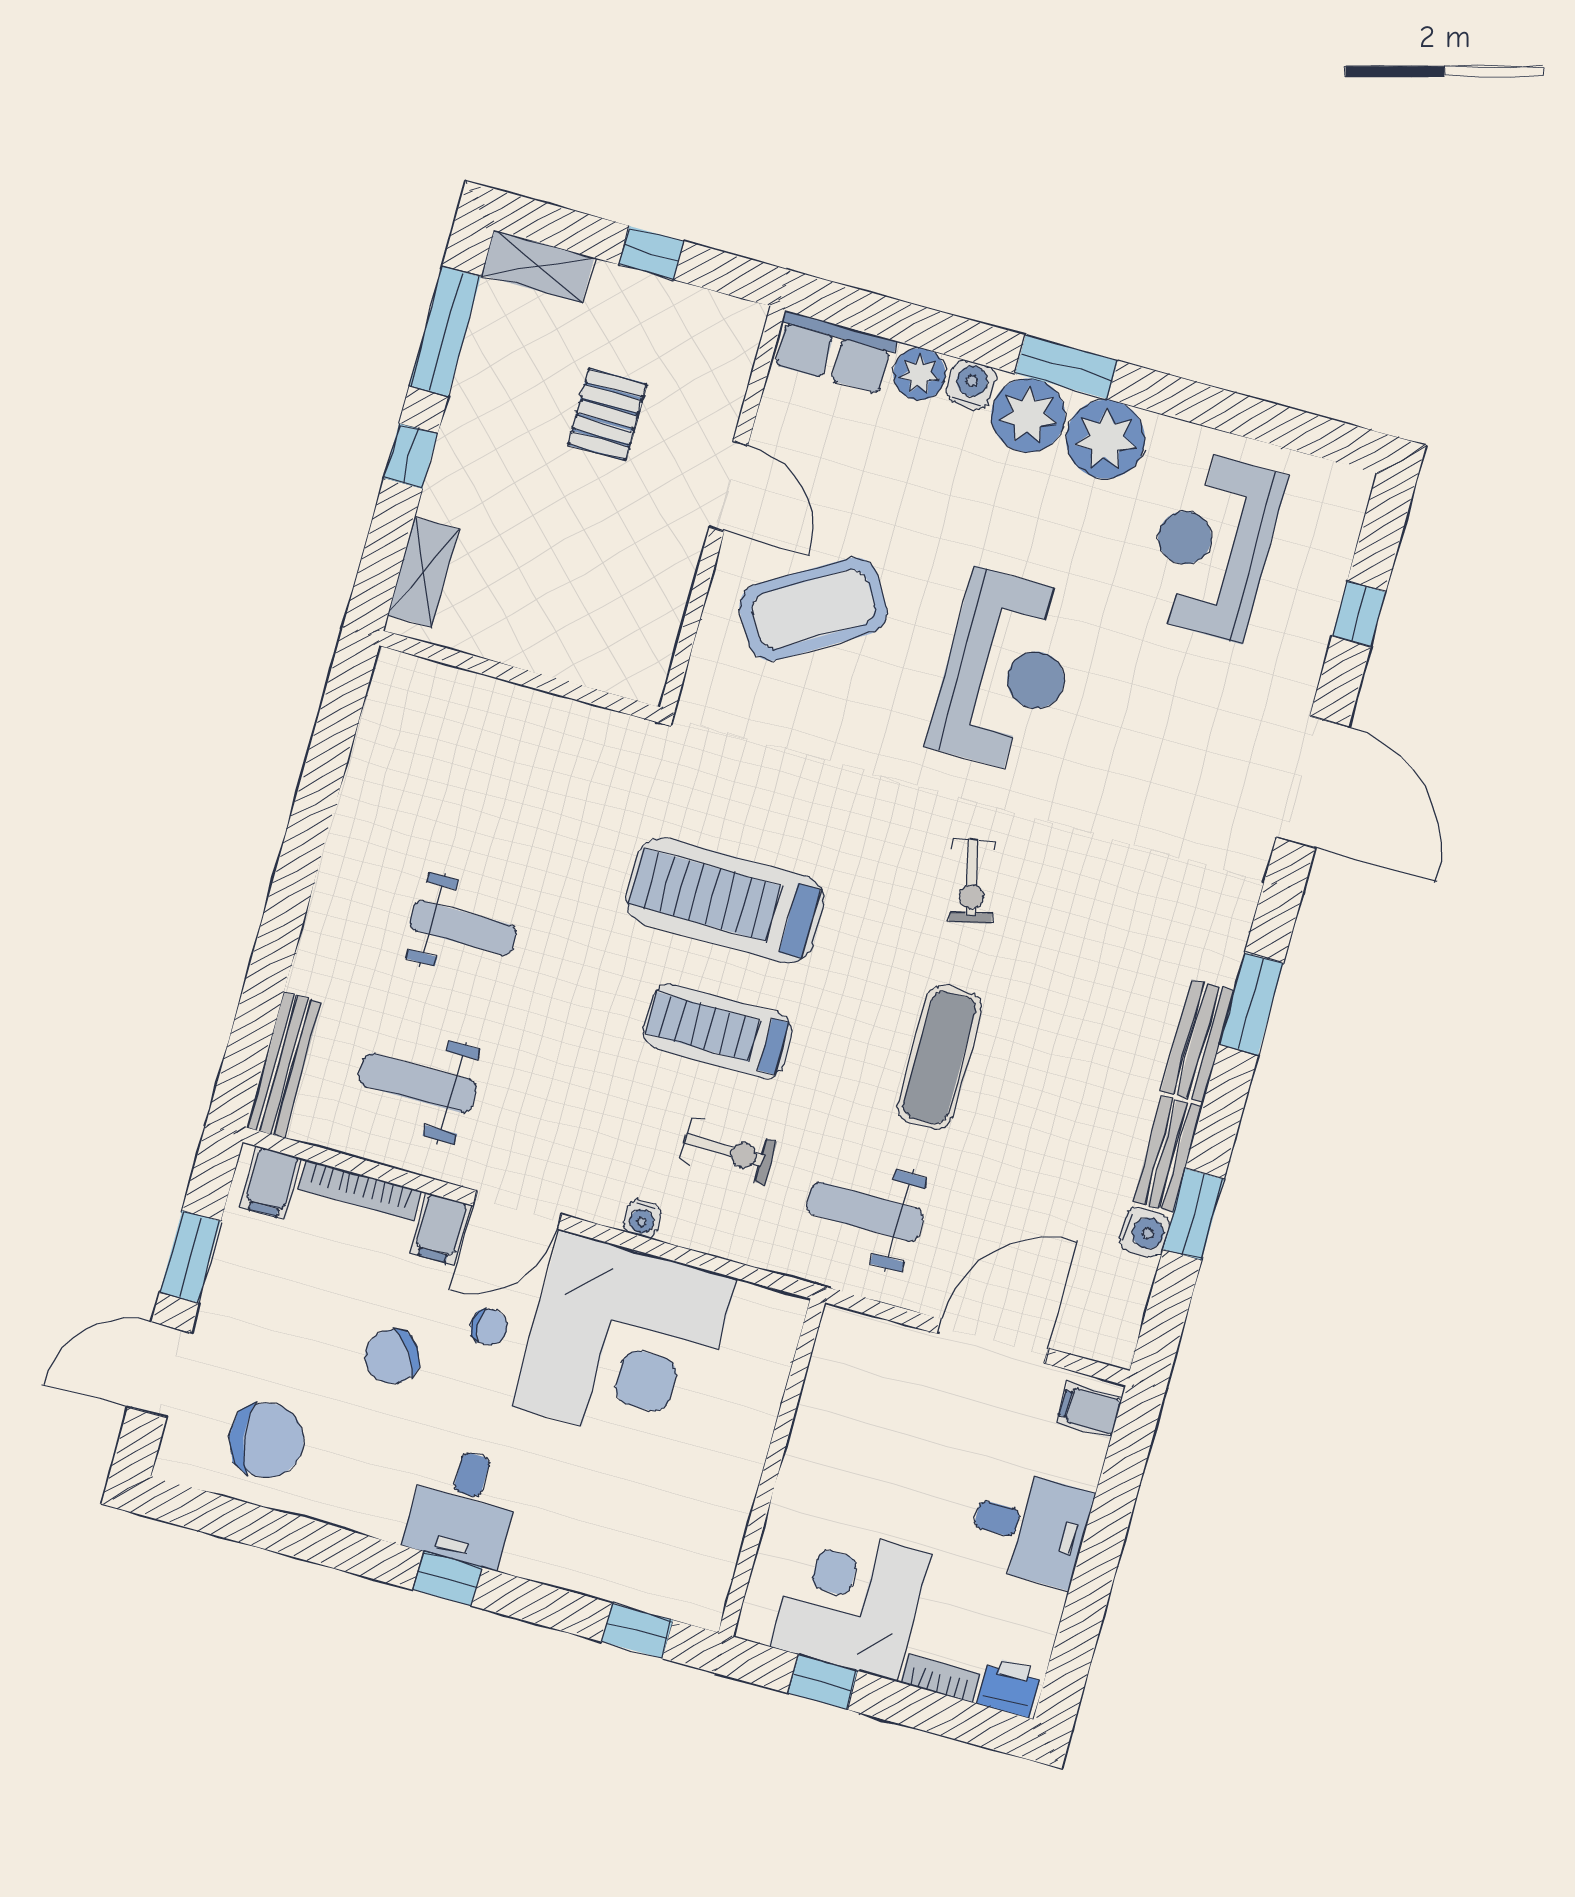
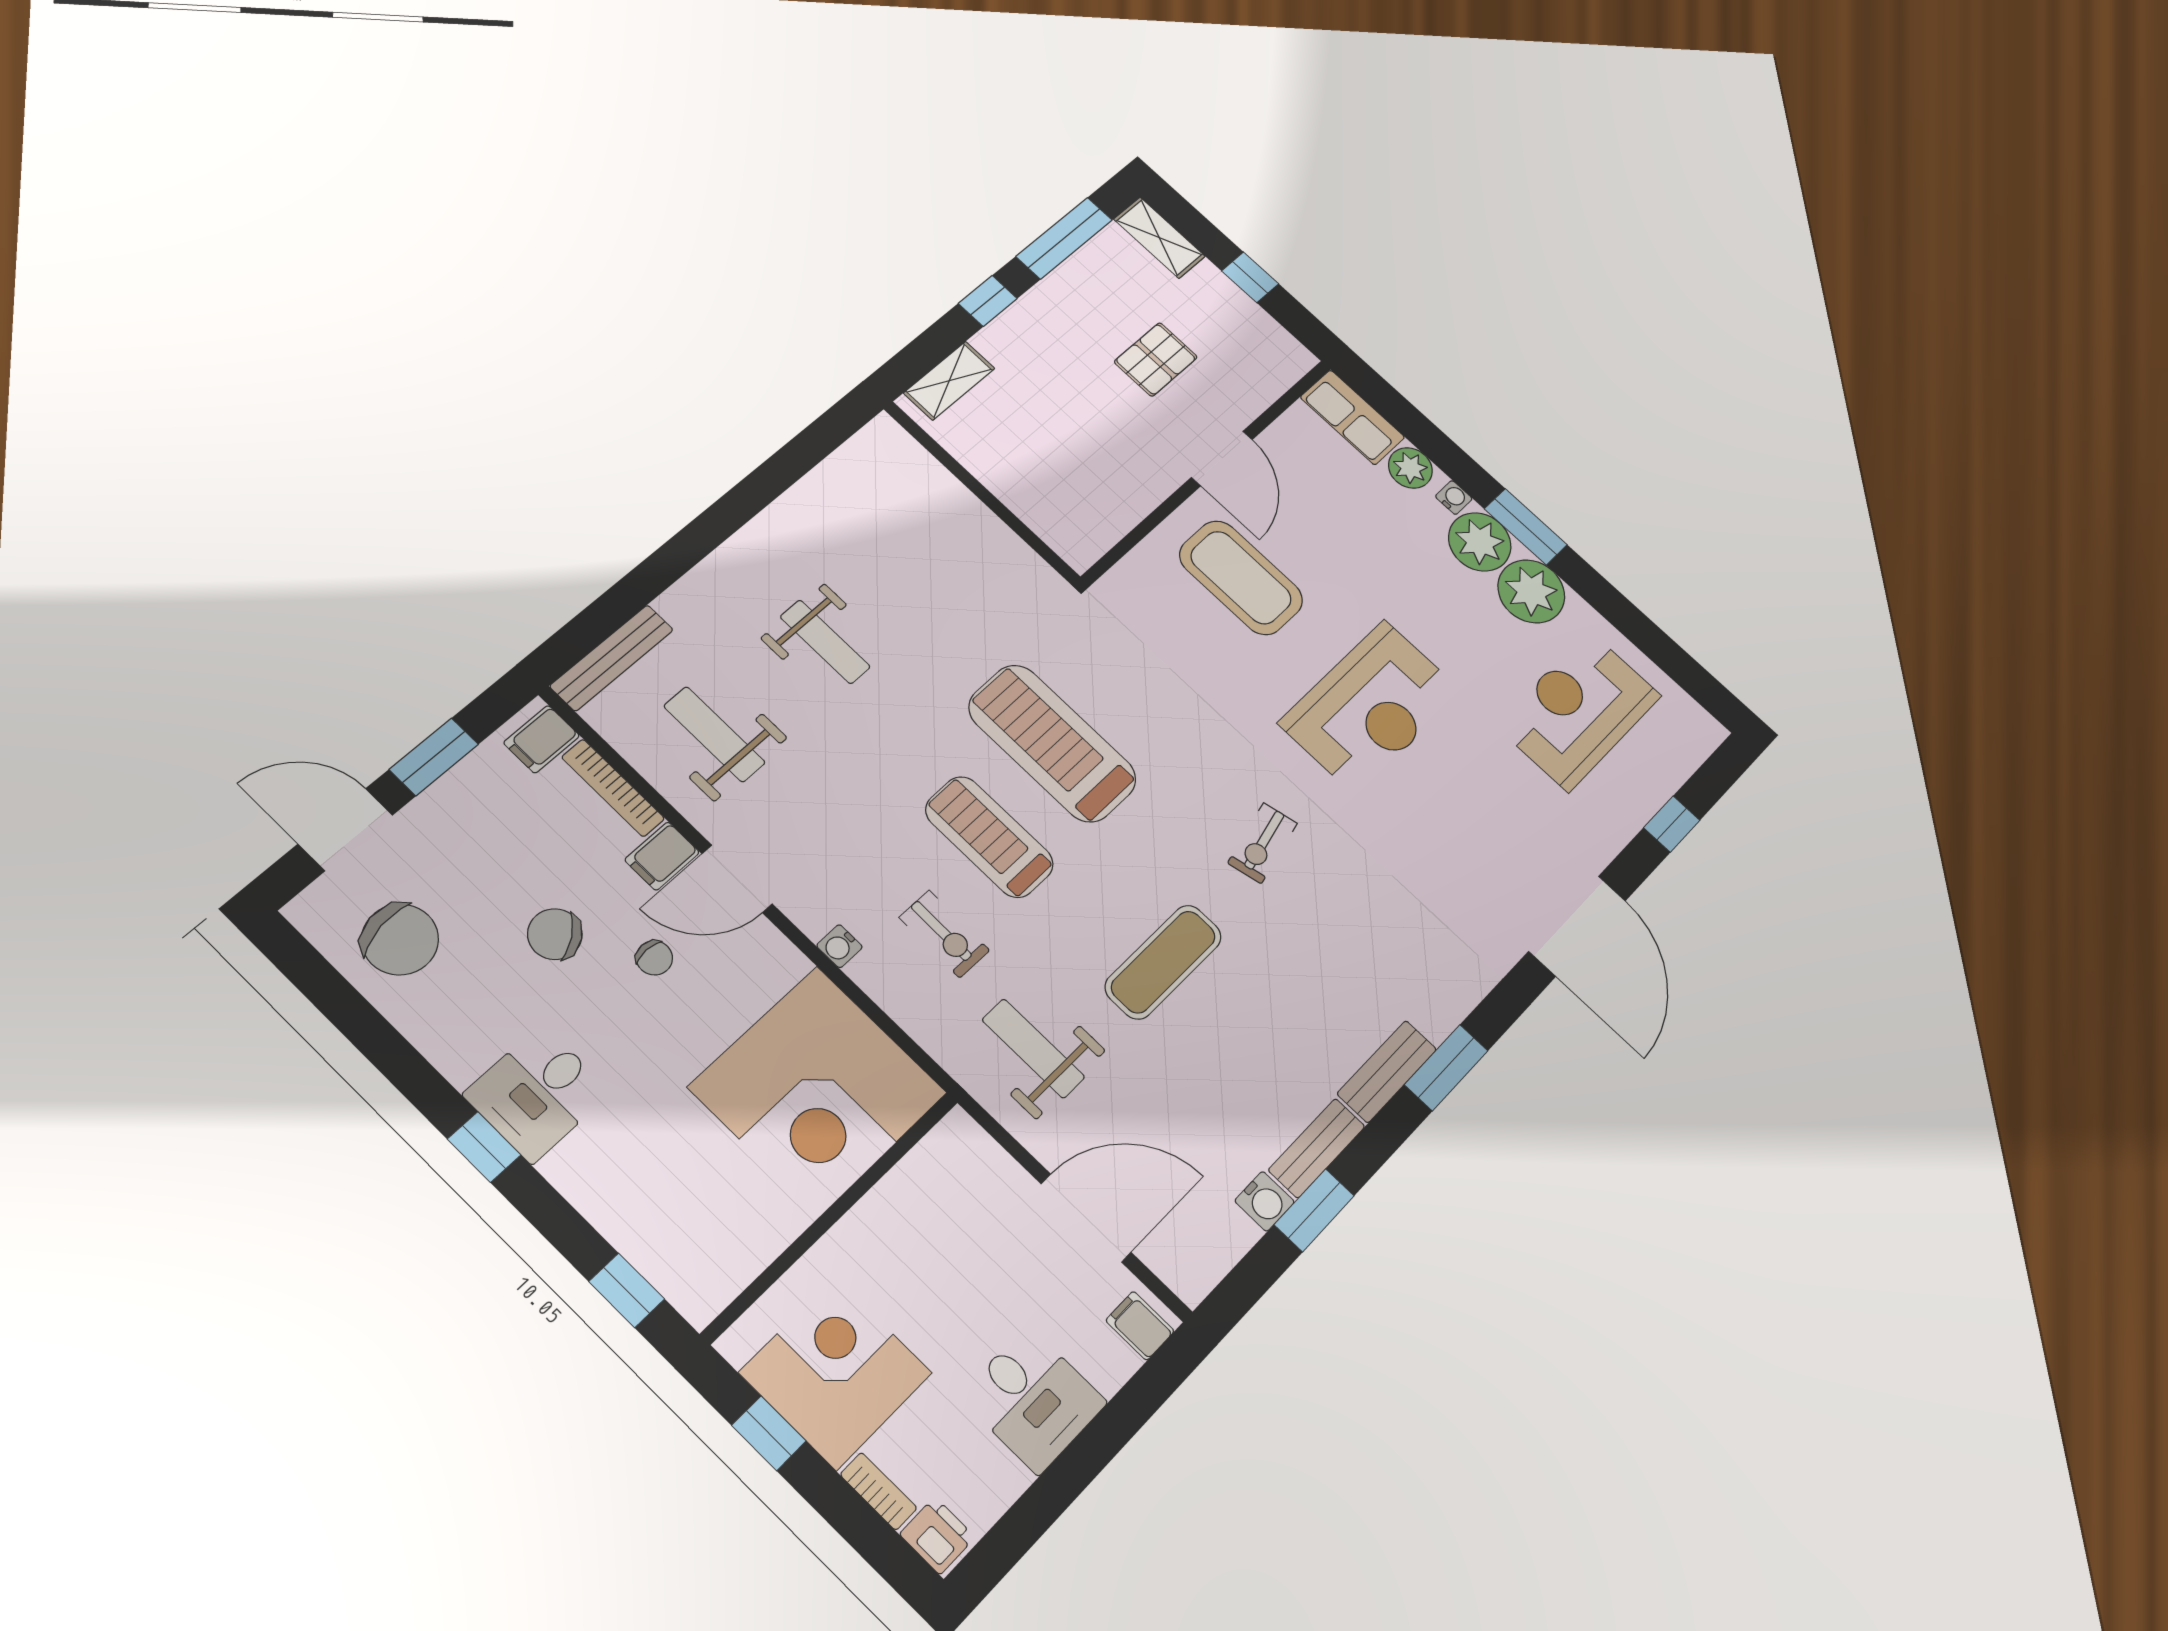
water cooler: (971, 385) -> (1454, 498), width x0.72, depth x0.72
coffee table: (813, 609) -> (1241, 578), turned 31
corner desk: (624, 1342) -> (818, 1090), moved

